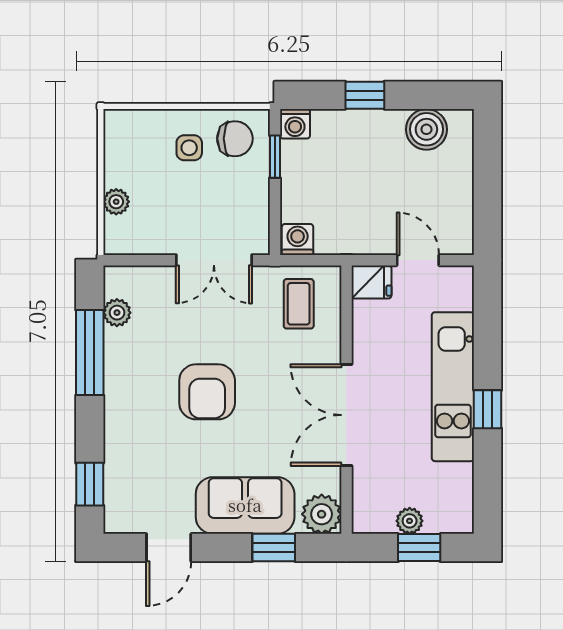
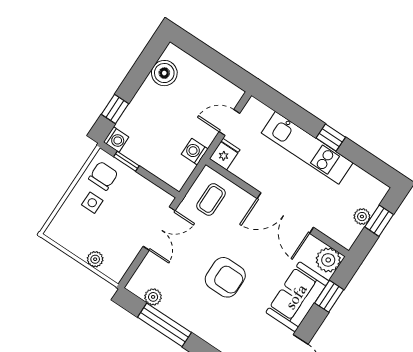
window: (365, 95) -> (115, 109), moved
washing machine: (298, 240) -> (195, 152), moved
coffee table: (299, 304) -> (211, 199), turned 90

